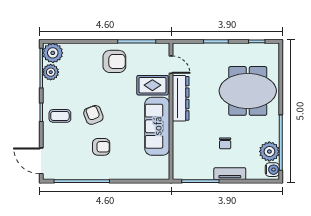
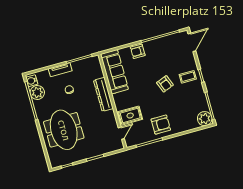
armchair: (114, 61) -> (161, 125), turned 180
door: (171, 65) -> (121, 133), swing flipped
plant: (51, 72) -> (202, 105), removed
meeting table: (248, 91) -> (64, 130), turned 90
dresser: (181, 98) -> (103, 94), moved
sofa: (157, 126) -> (114, 72), moved
armchair: (101, 147) -> (138, 51), moved
door: (41, 161) -> (192, 42), hinge flipped

